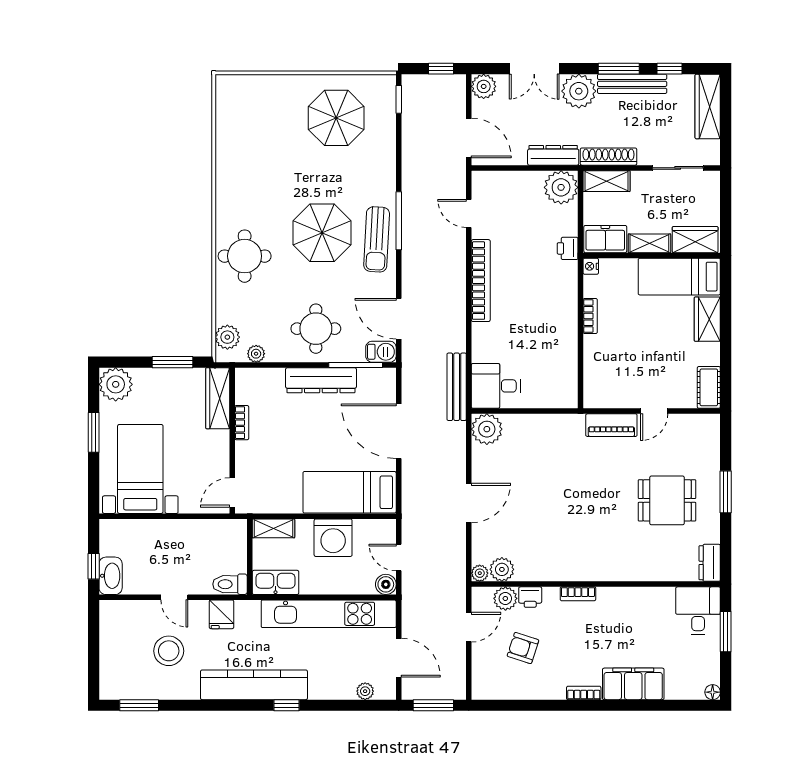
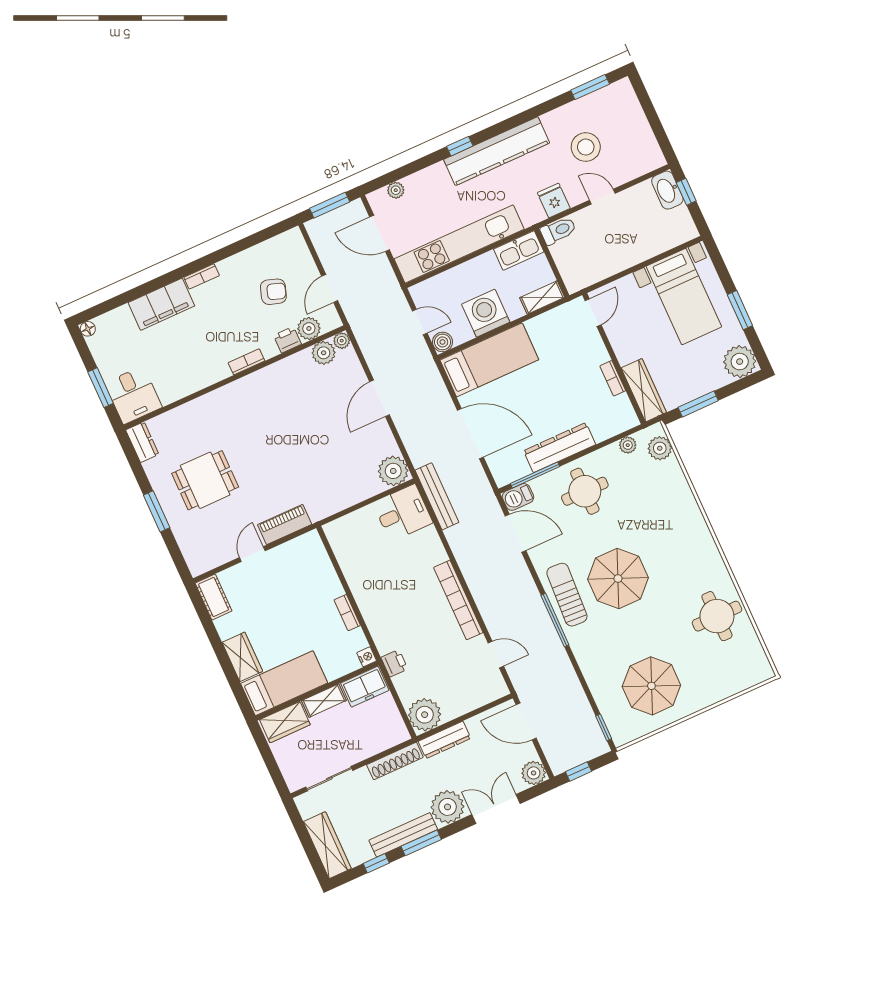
shelving: (607, 181) -> (387, 739), removed
round table: (245, 256) -> (717, 616), moved
boiler: (386, 584) -> (443, 342), moved

